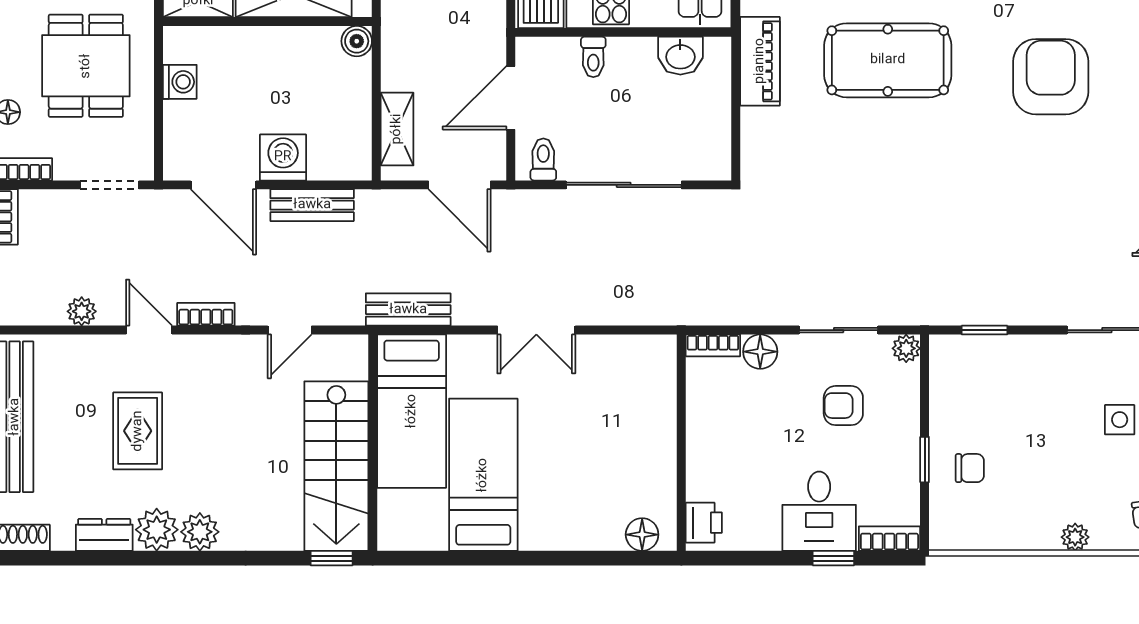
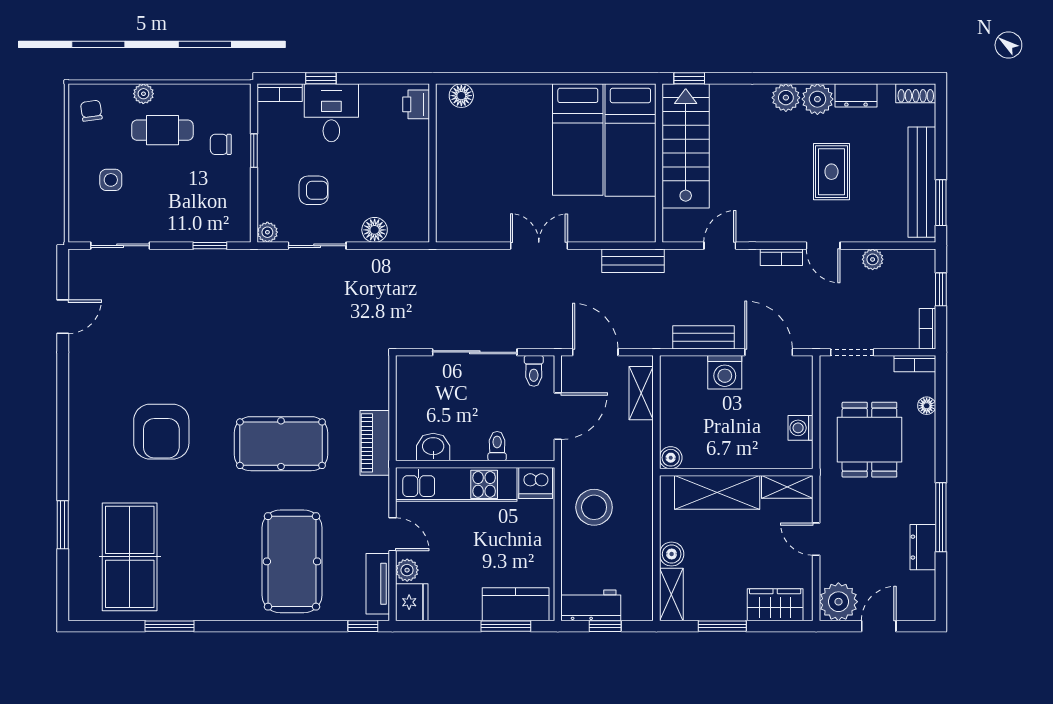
bookcase: (713, 345) -> (409, 234), removed
bed: (412, 411) -> (630, 140), moved, turned 180
cafe table: (1049, 487) -> (162, 130), added

